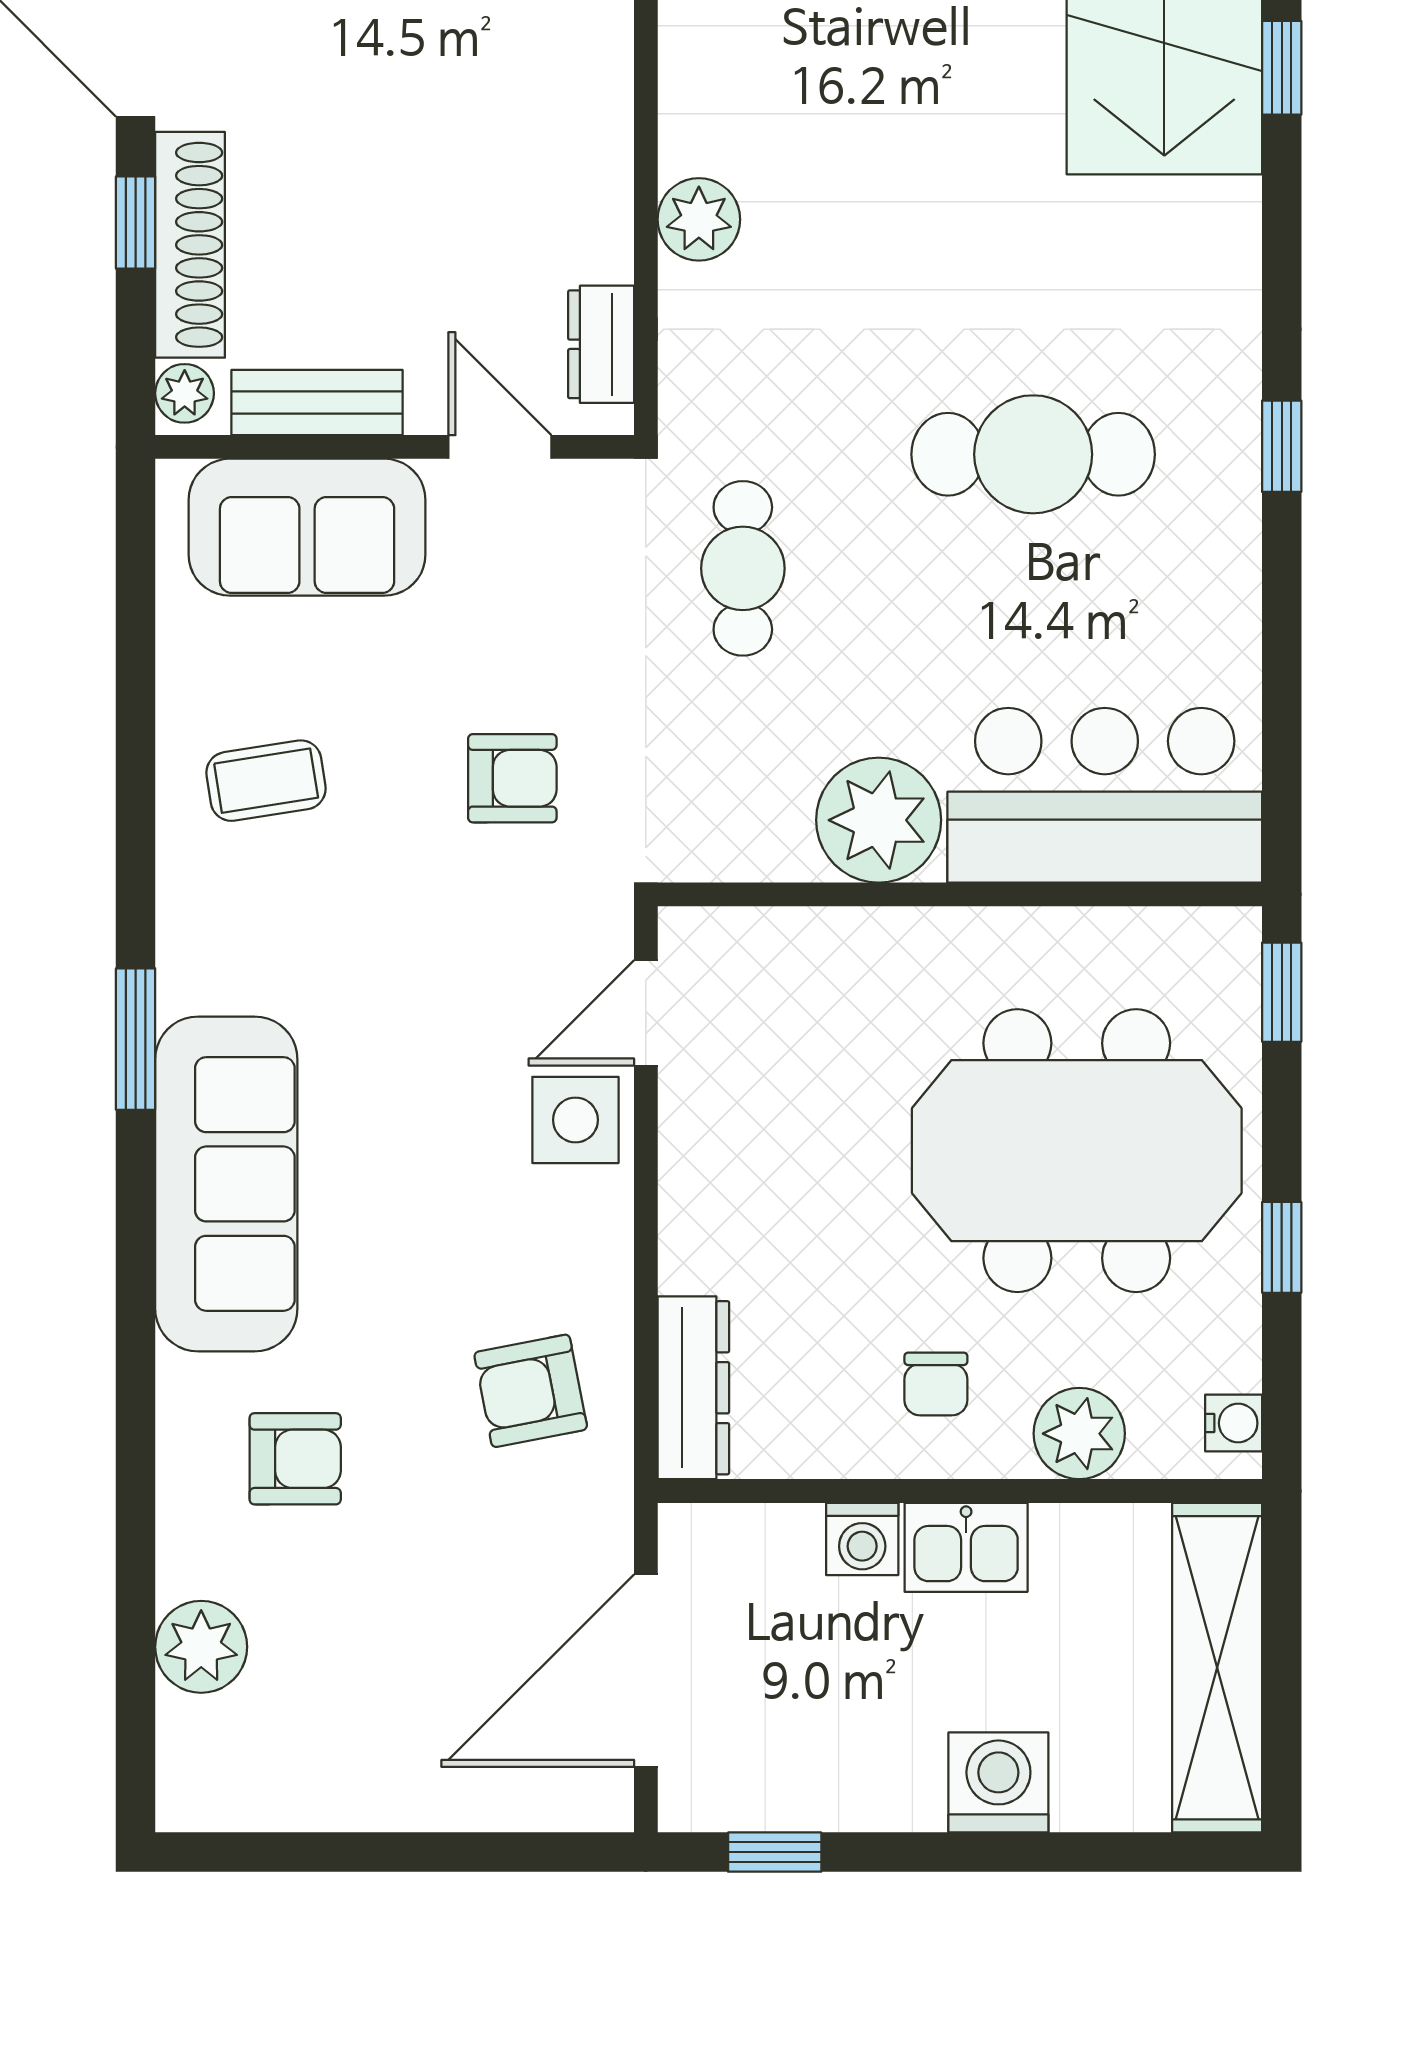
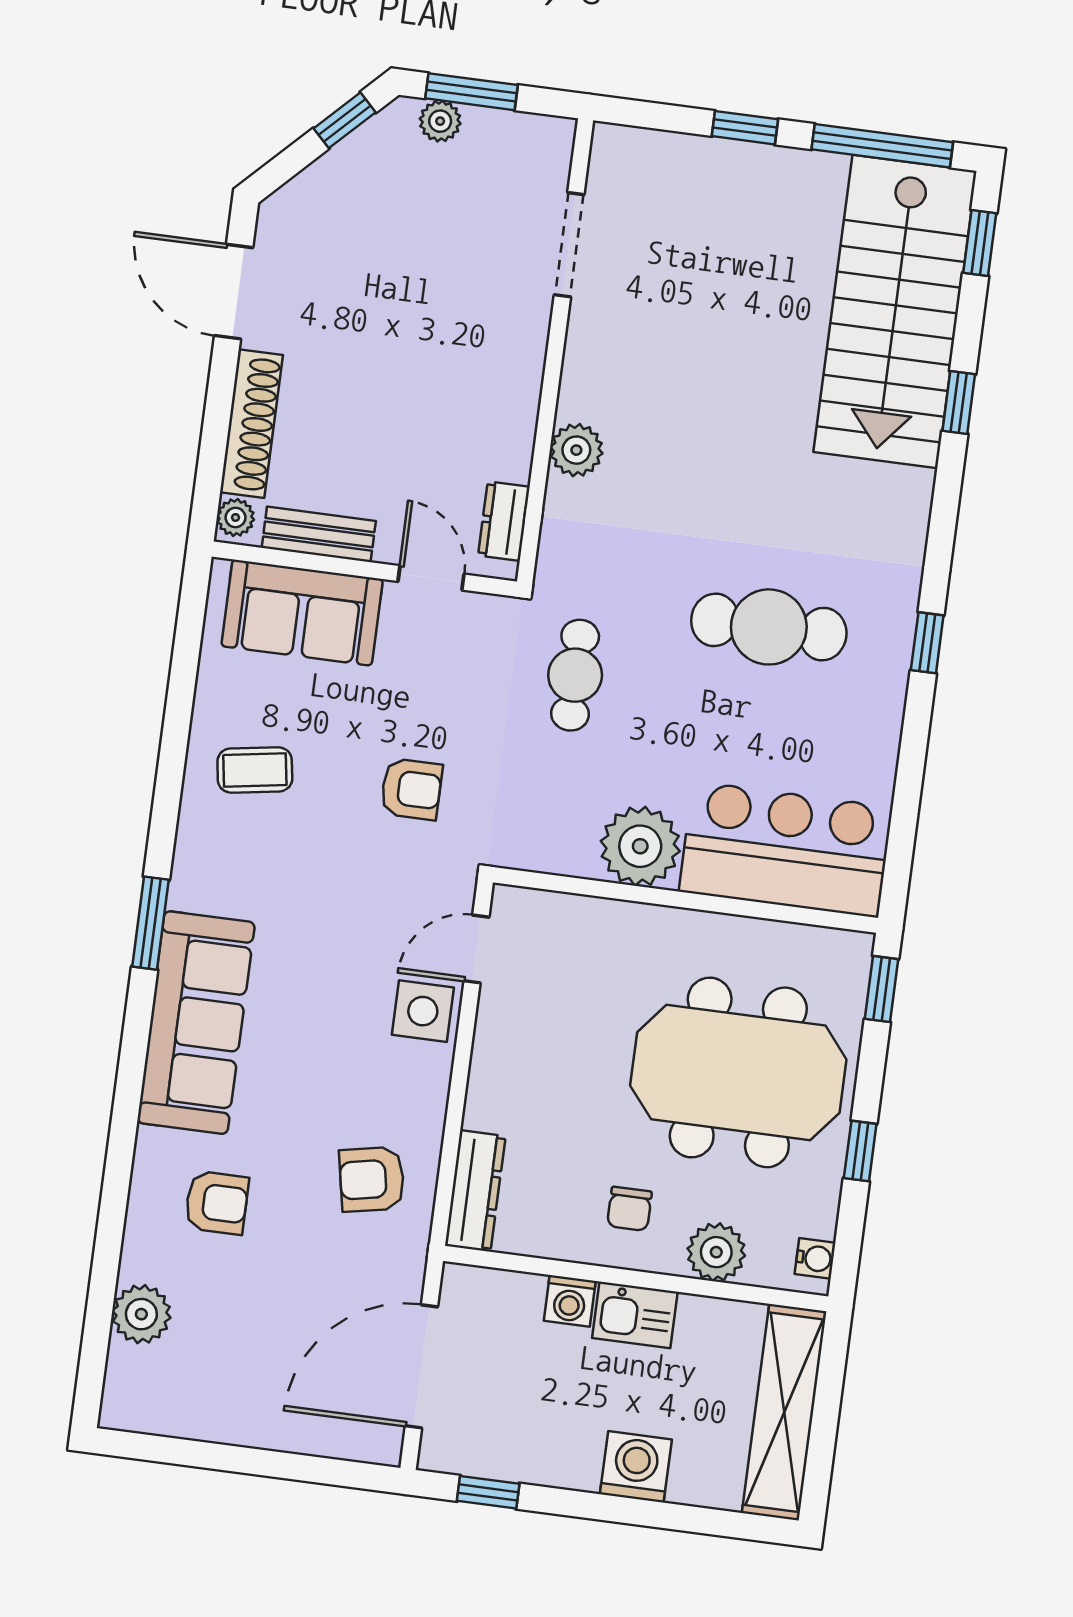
window: (136, 222) -> (219, 405), removed

